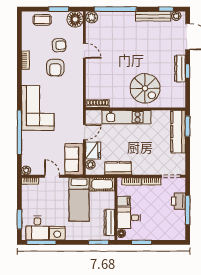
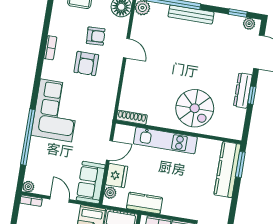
bench: (153, 16) -> (191, 14), moved

